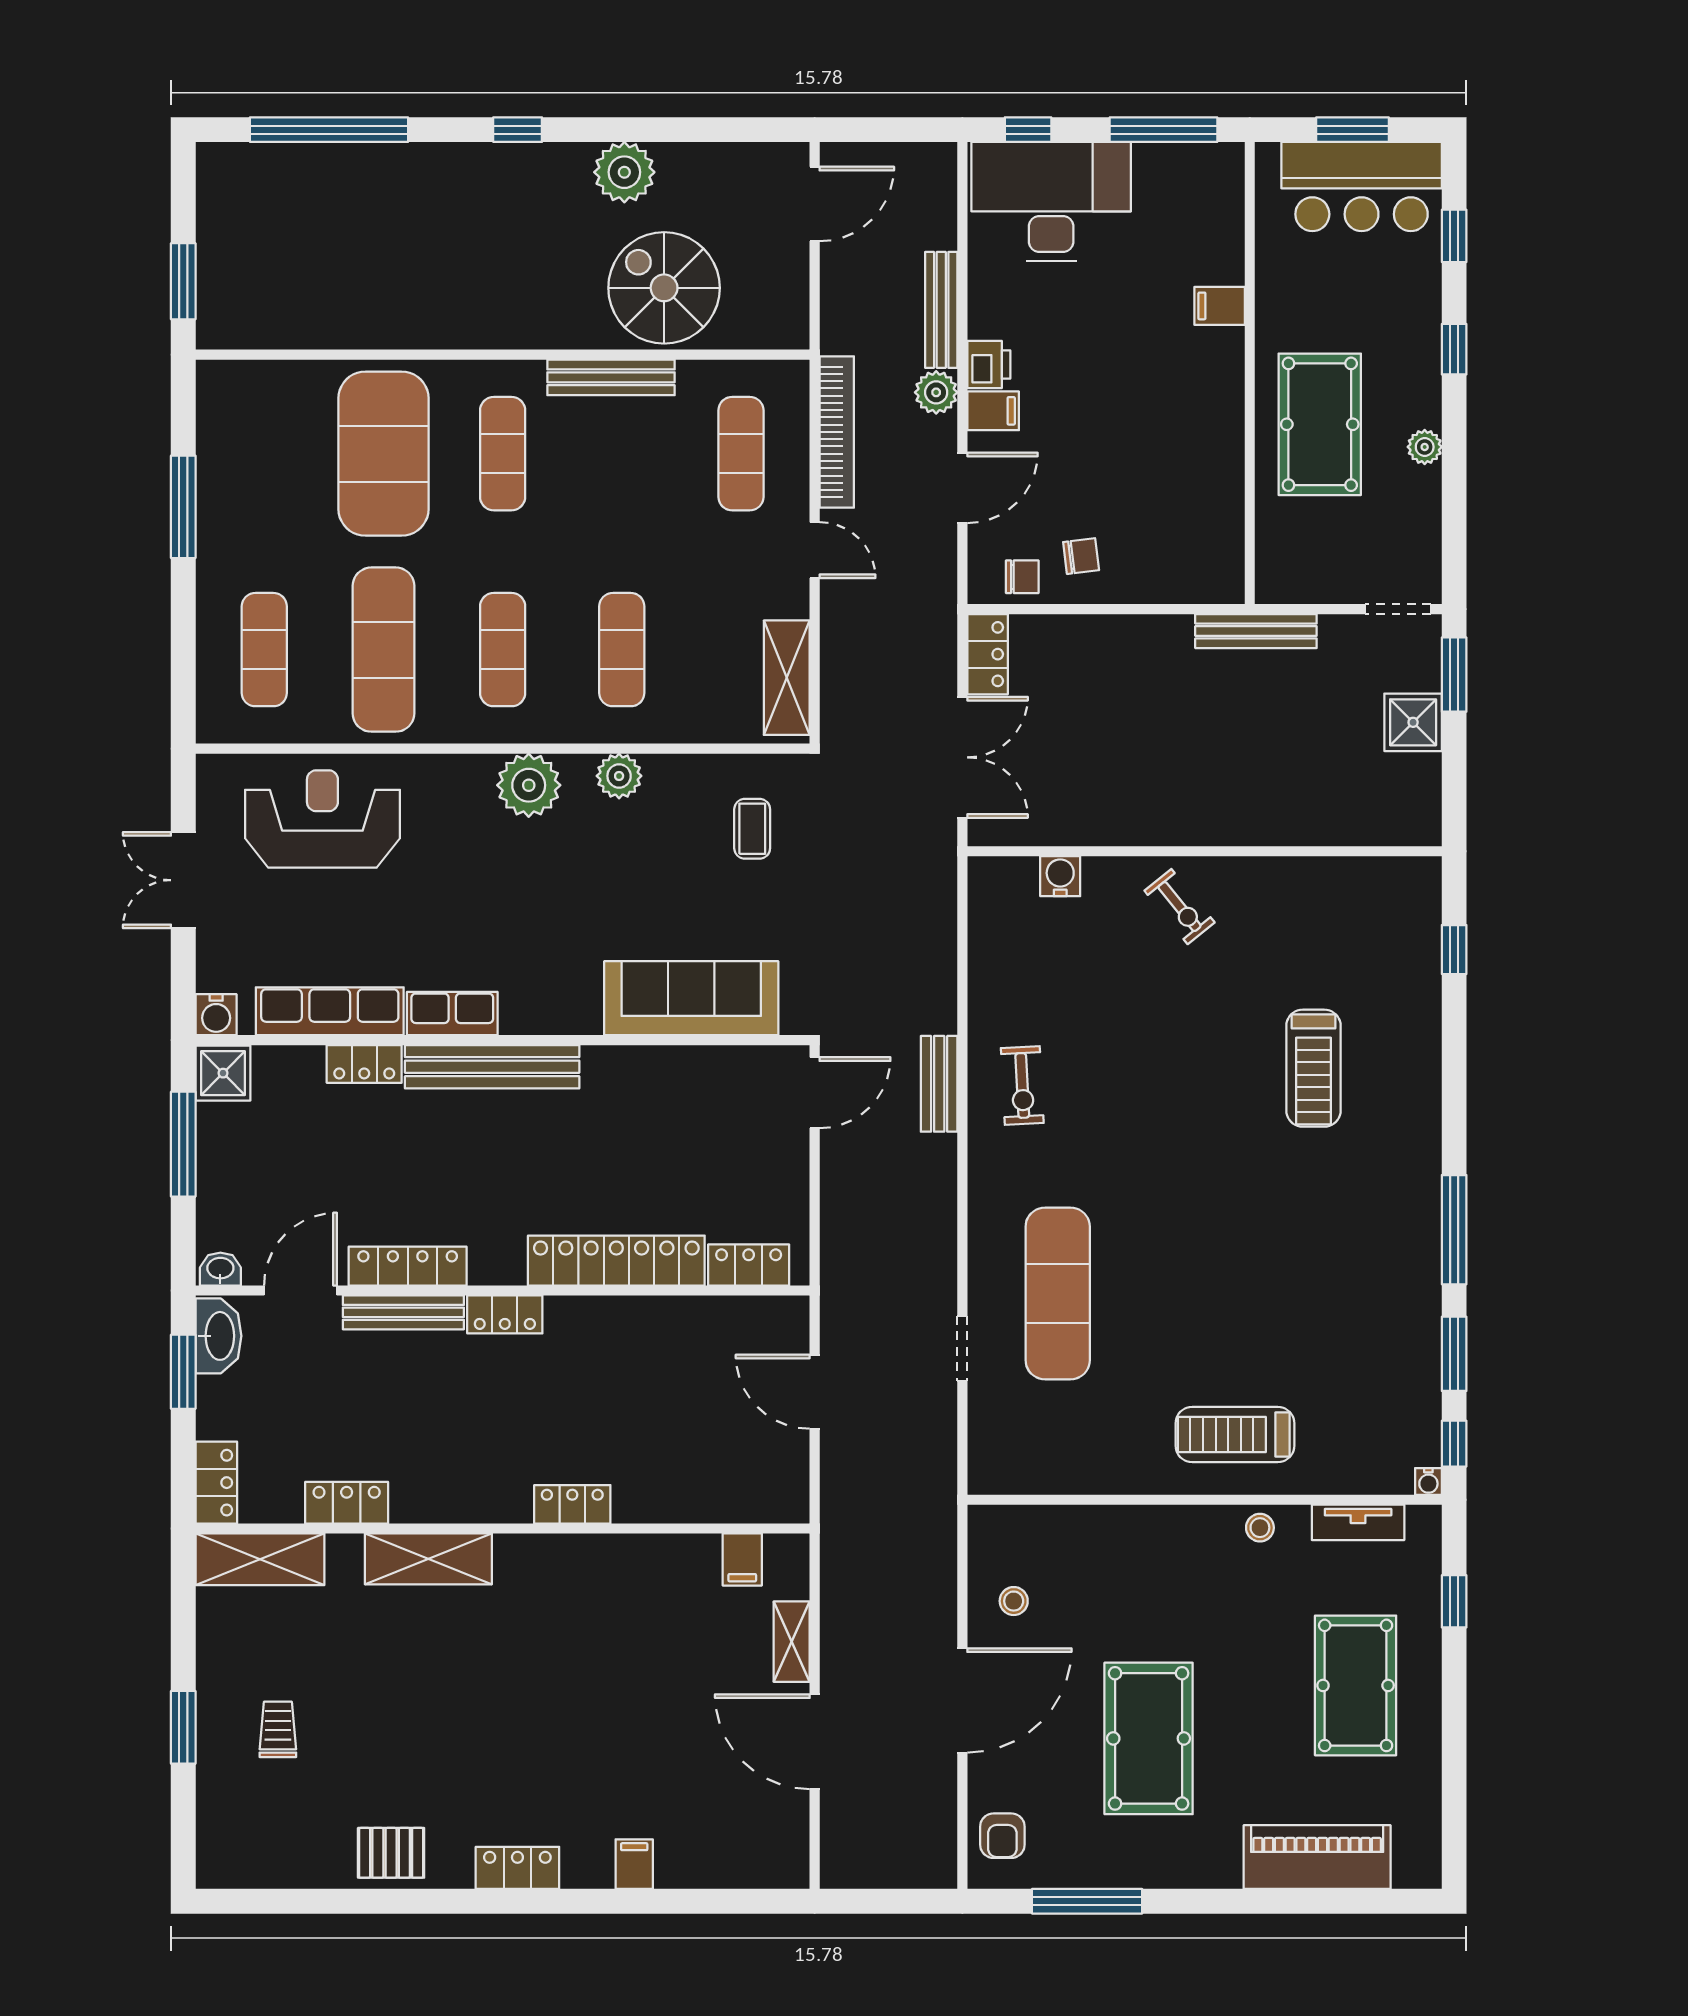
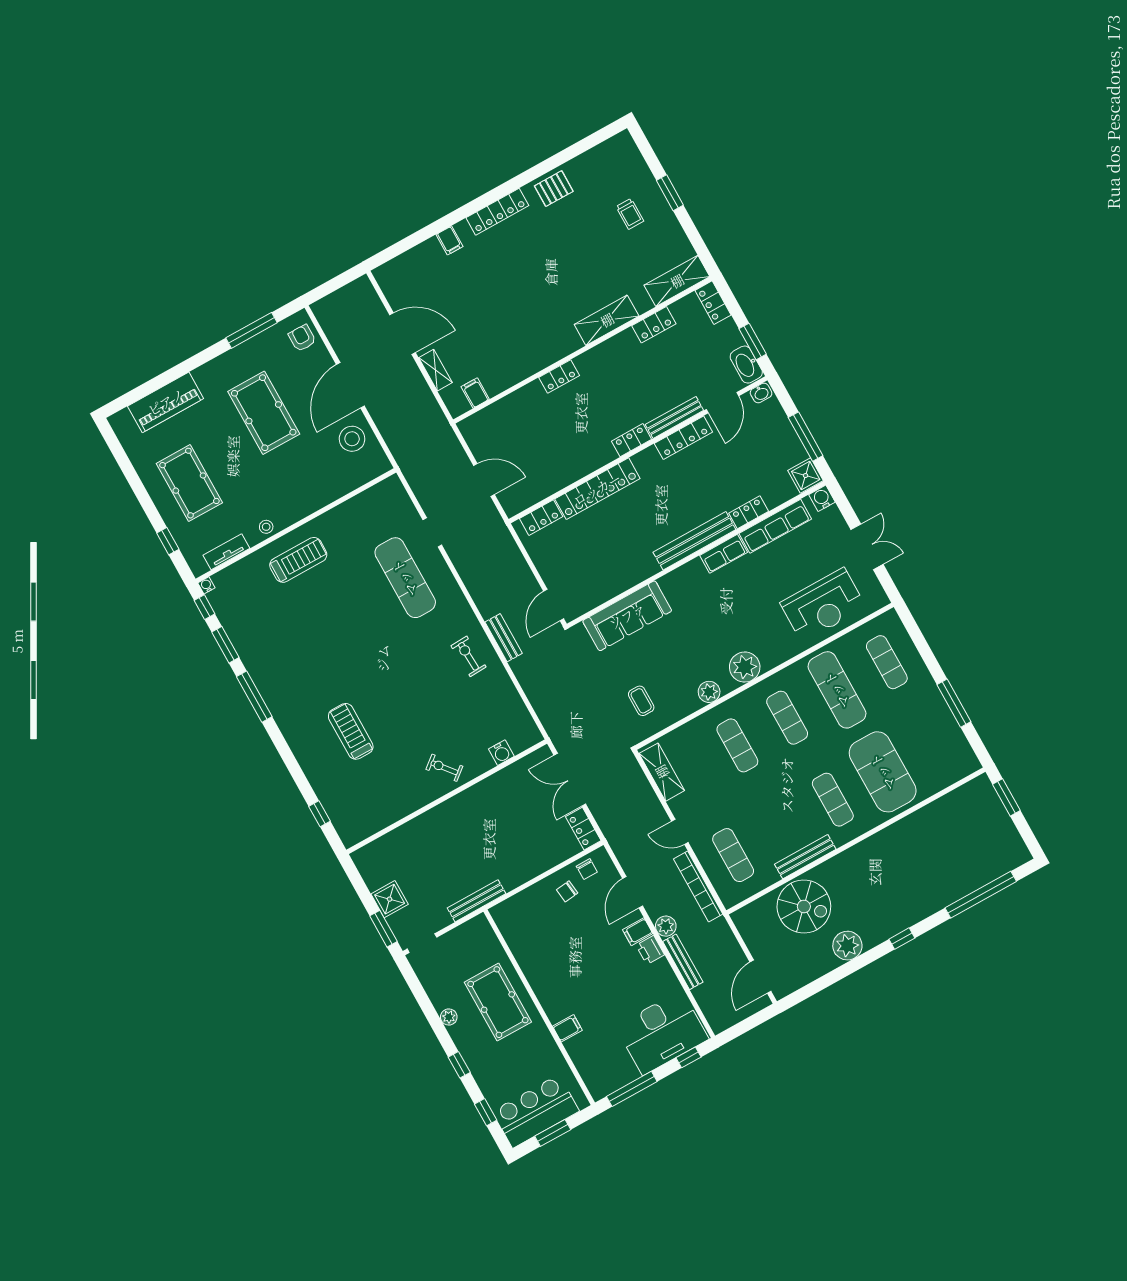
chair: (1022, 577) -> (587, 869), turned -90
stool: (1014, 1601) -> (352, 439), width x1.89, depth x1.89
locker: (517, 1868) -> (497, 212), width x1.53

